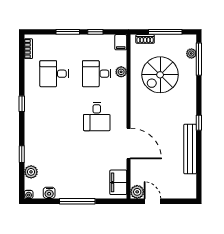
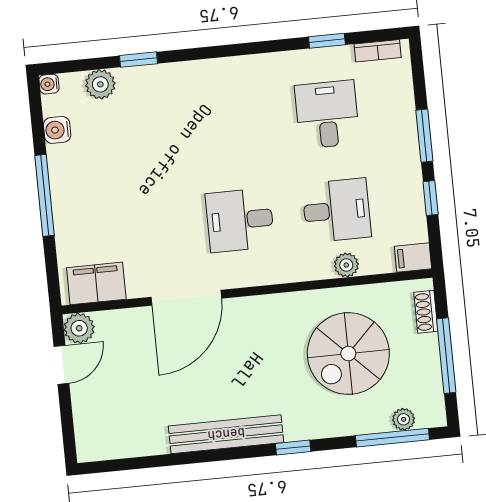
desk: (97, 74) -> (337, 210), turned 90
spiral stairs: (160, 75) -> (348, 354), turned -90
window: (22, 104) -> (327, 41), moved
window: (199, 123) -> (293, 448), moved
bench: (190, 149) -> (226, 434), moved

